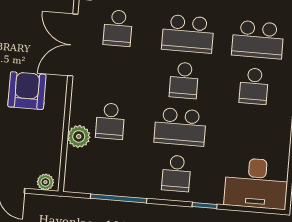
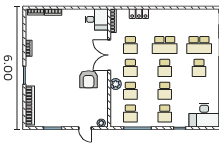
school desk: (114, 75) -> (130, 68), added
armchair: (27, 91) -> (89, 79), turned 180
school desk: (180, 127) -> (165, 91), width x0.54
plant: (79, 136) -> (116, 84), moved
school desk: (106, 168) -> (130, 114), added

